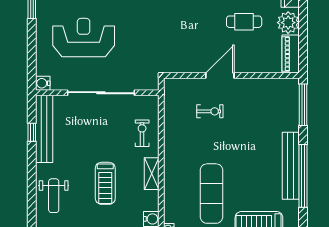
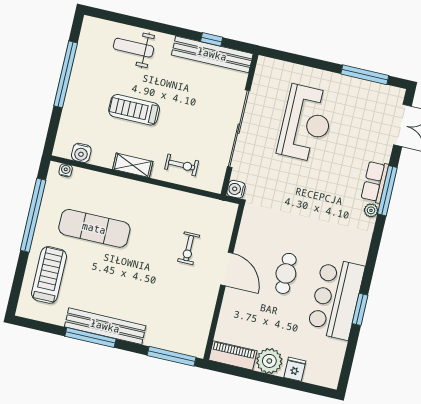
cafe table: (244, 22) -> (286, 273), moved
water cooler: (43, 83) -> (236, 189), moved, turned -90
window: (303, 176) -> (90, 338), width x0.68

